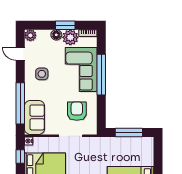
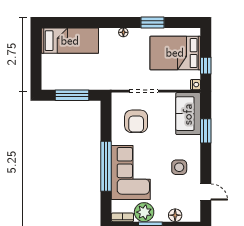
plant: (30, 35) -> (193, 215), removed
floor lamp: (56, 35) -> (175, 215), moved
window: (20, 103) -> (206, 131), width x0.47

